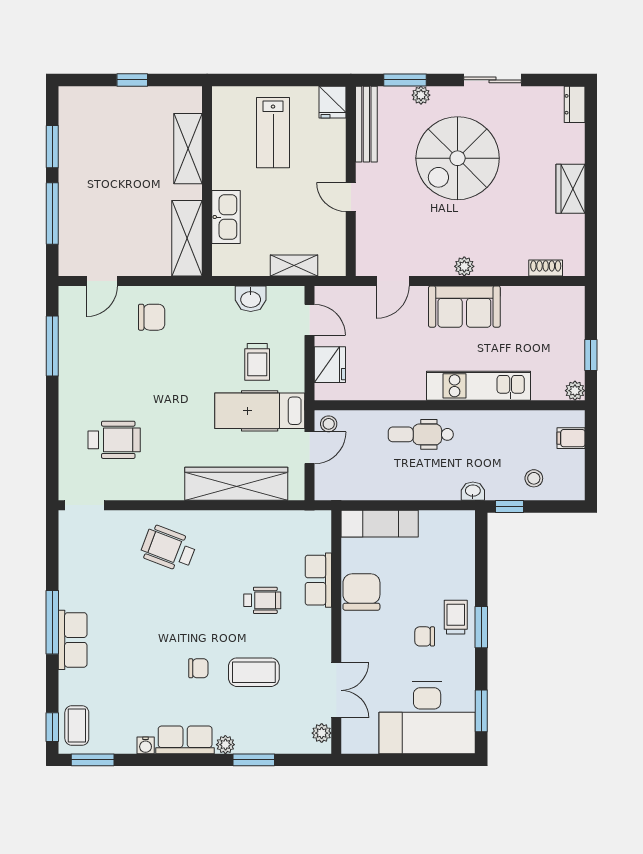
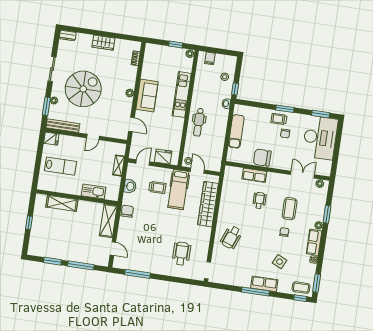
spiral stairs: (458, 158) -> (83, 89), turned -90
shelving: (187, 238) -> (108, 221), moved, turned 90
chair: (152, 317) -> (127, 211), moved
exam couch: (380, 524) -> (236, 131), moved
side table: (129, 667) -> (280, 262), added

